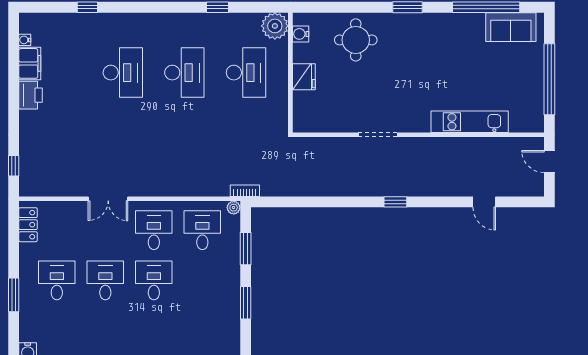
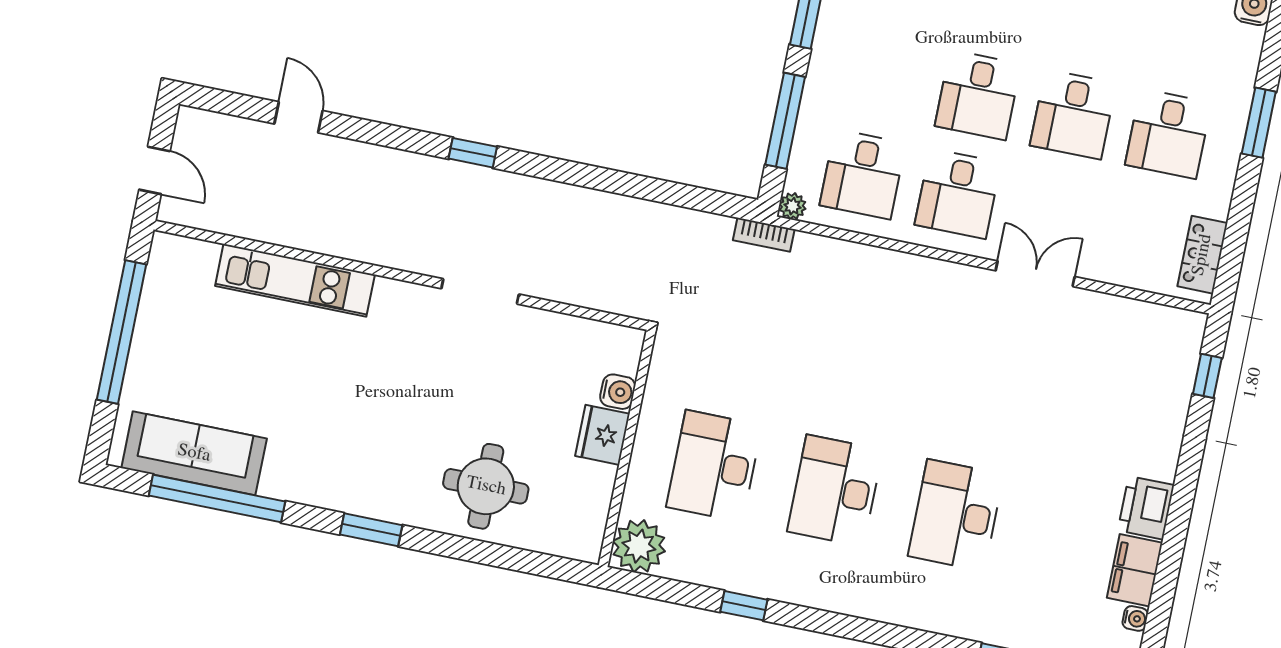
sofa: (511, 27) -> (194, 453), width x1.36
water cooler: (301, 34) -> (618, 392), moved
window: (246, 249) -> (785, 121), width x1.44

